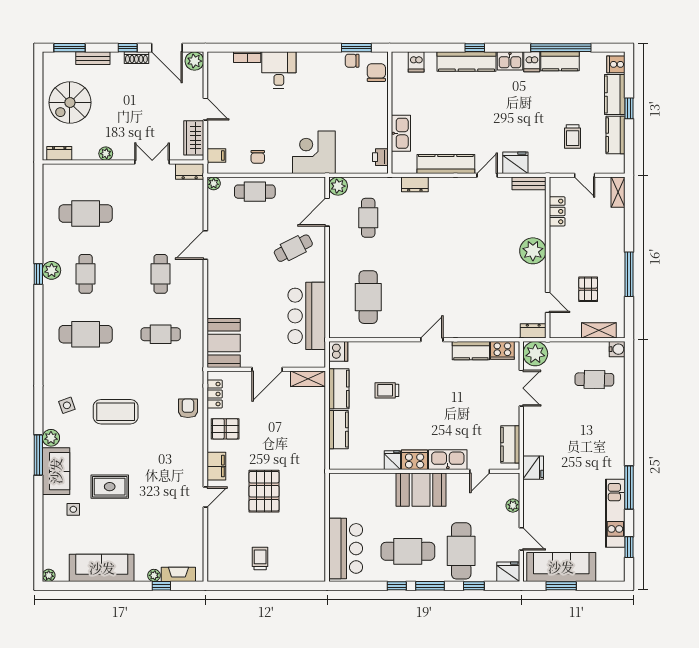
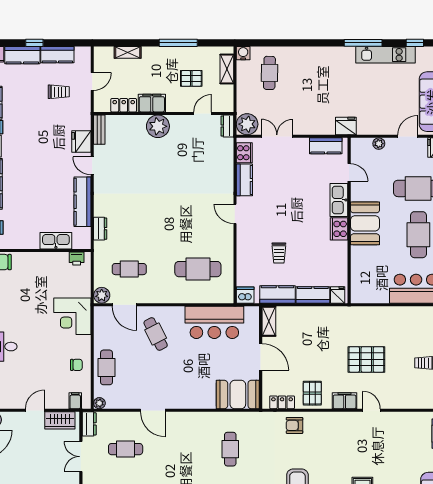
shelving: (618, 192) -> (128, 52), moved
filing cabinet: (560, 244) -> (152, 103), added
cafe table: (161, 274) -> (126, 449), moved
fridge: (392, 460) -> (338, 295), moved, turned 90

